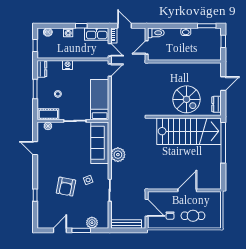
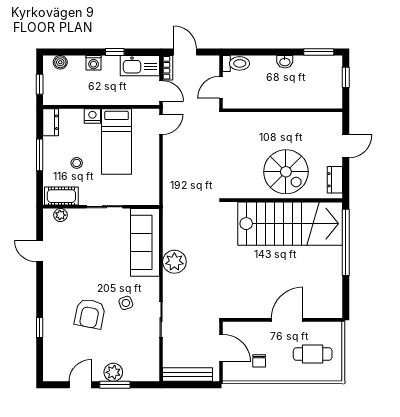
bed: (100, 100) -> (117, 141), moved, turned 180
cafe table: (193, 216) -> (313, 354), moved
plant: (92, 223) -> (113, 372), moved

